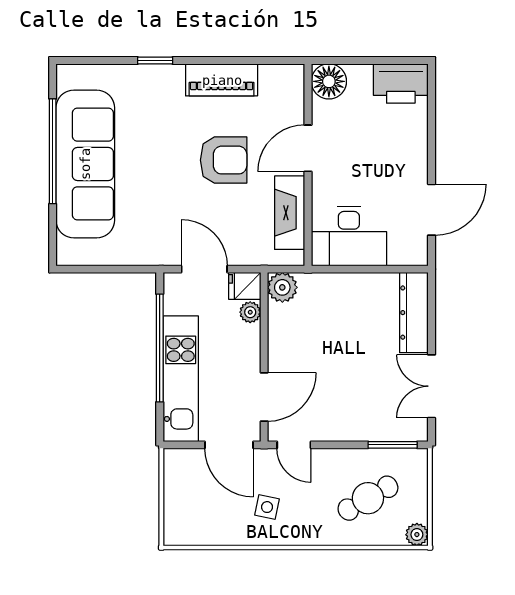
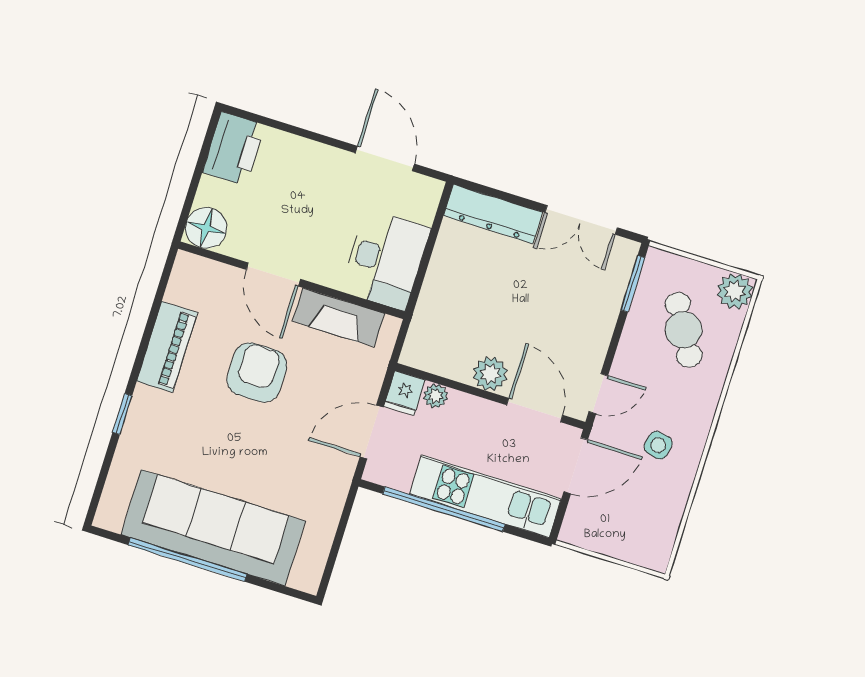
plant: (282, 287) -> (490, 374), moved
plant: (417, 535) -> (735, 291), width x1.38, depth x1.38

